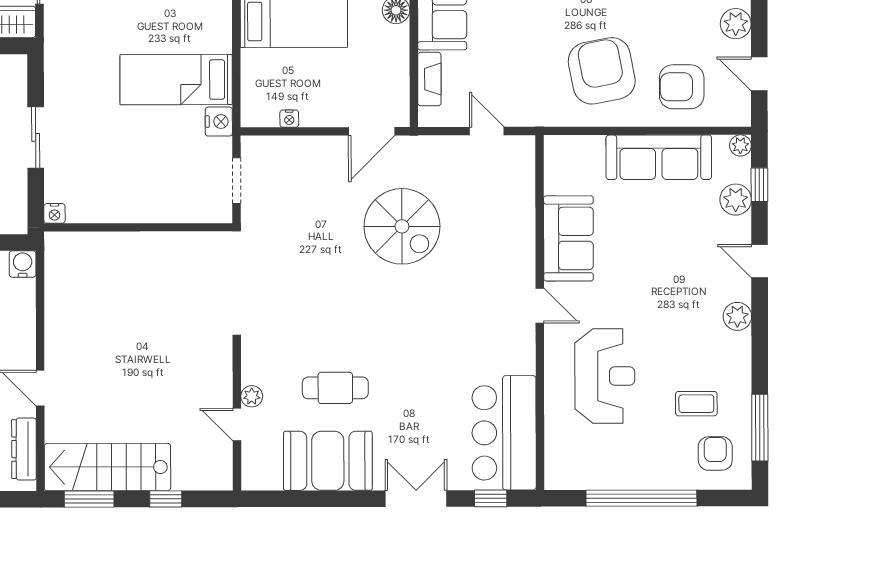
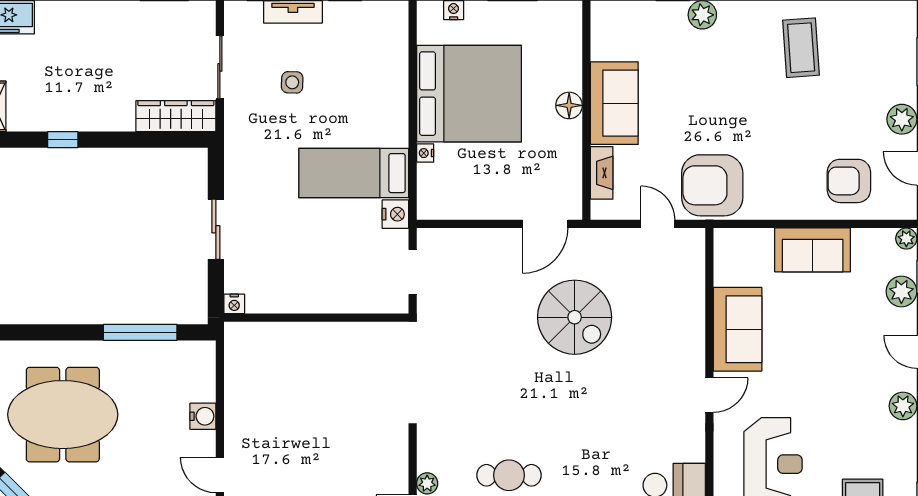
armchair: (602, 71) -> (712, 185), moved, turned -79
nightstand: (289, 119) -> (425, 153), moved, turned 90
sofa: (659, 157) -> (813, 250), width x0.73
water cooler: (23, 264) -> (203, 416), moved, turned 90
door: (540, 306) -> (709, 395), hinge flipped

